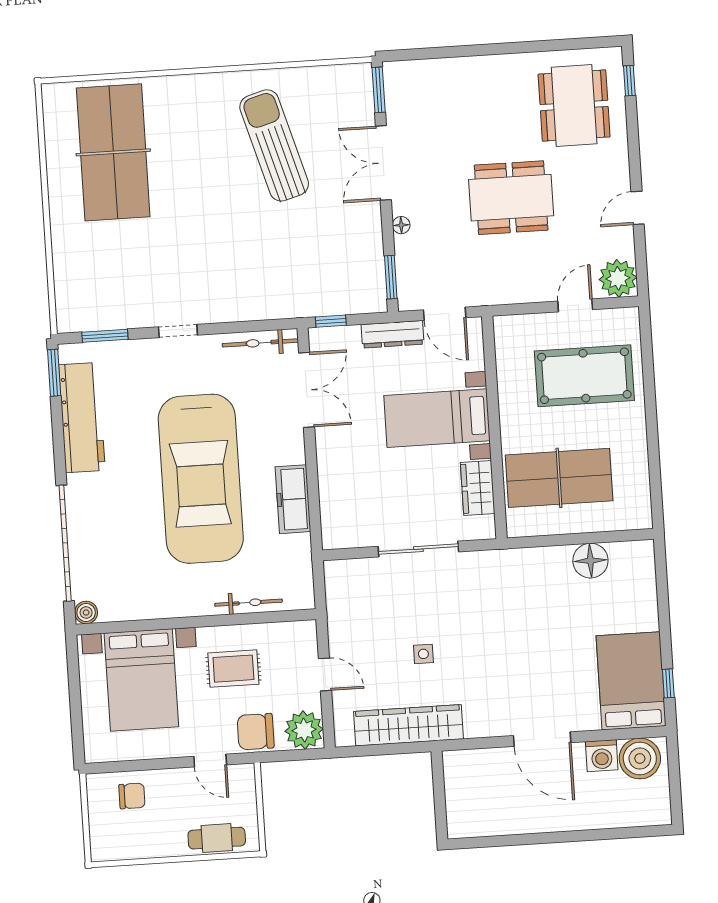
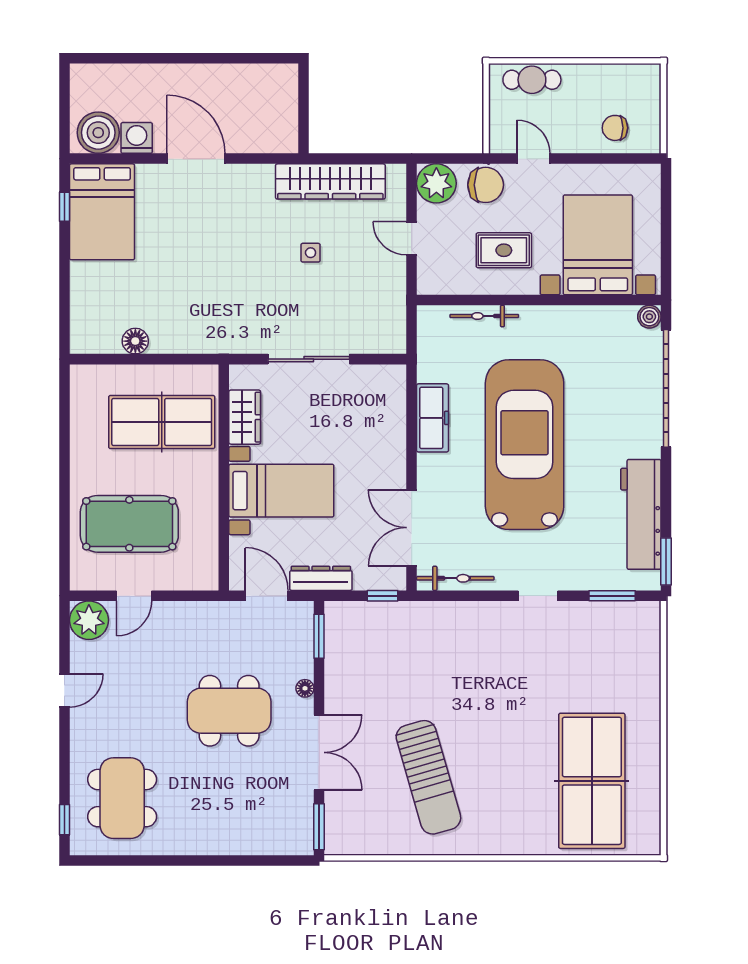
dining table: (511, 198) -> (229, 711), moved
floor lamp: (590, 561) -> (135, 341), width x0.73, depth x0.73

